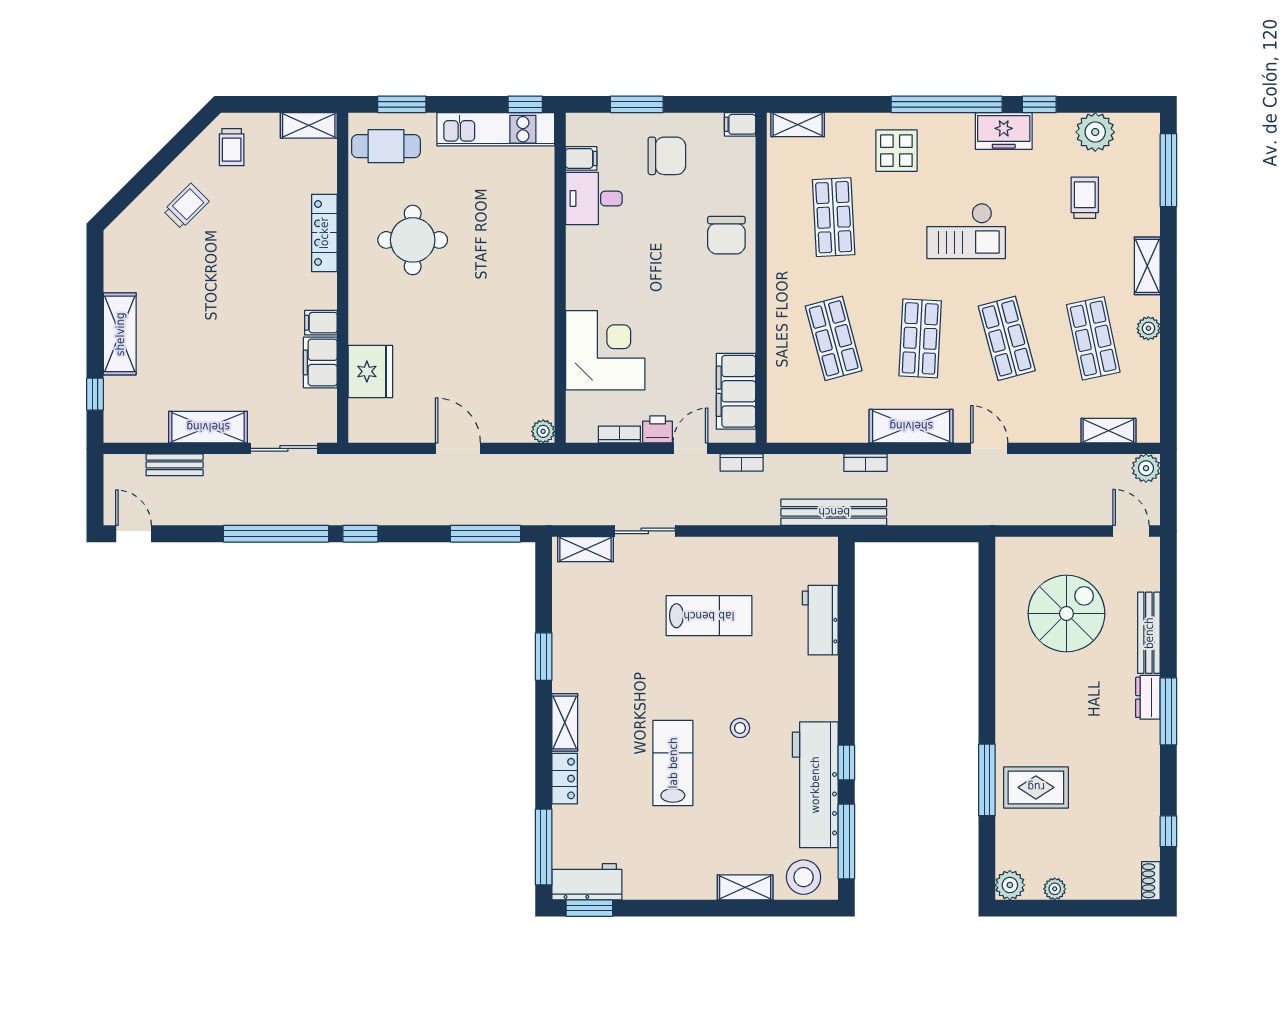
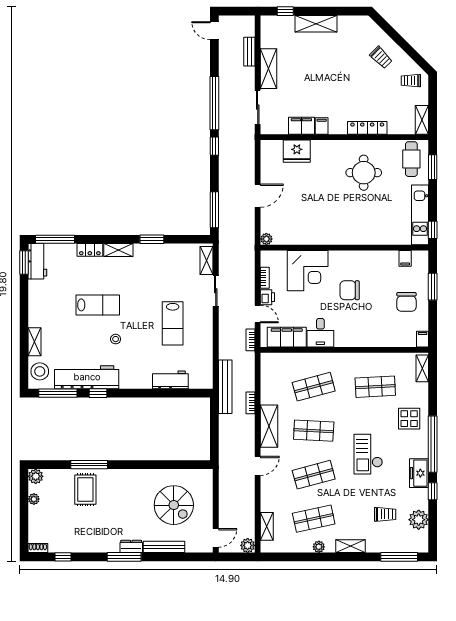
desk: (594, 199) -> (320, 333), moved, turned 180
chair: (726, 235) -> (350, 290), moved
door: (133, 534) -> (214, 31), swing flipped

